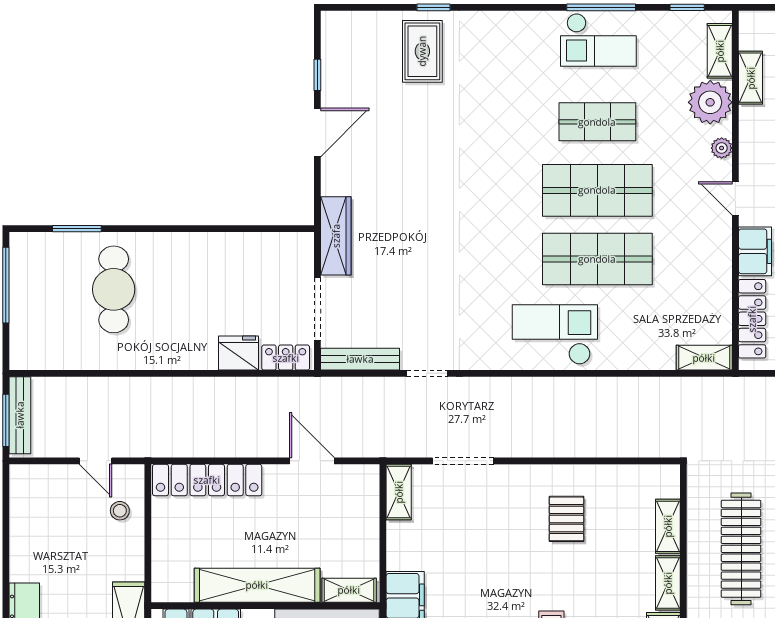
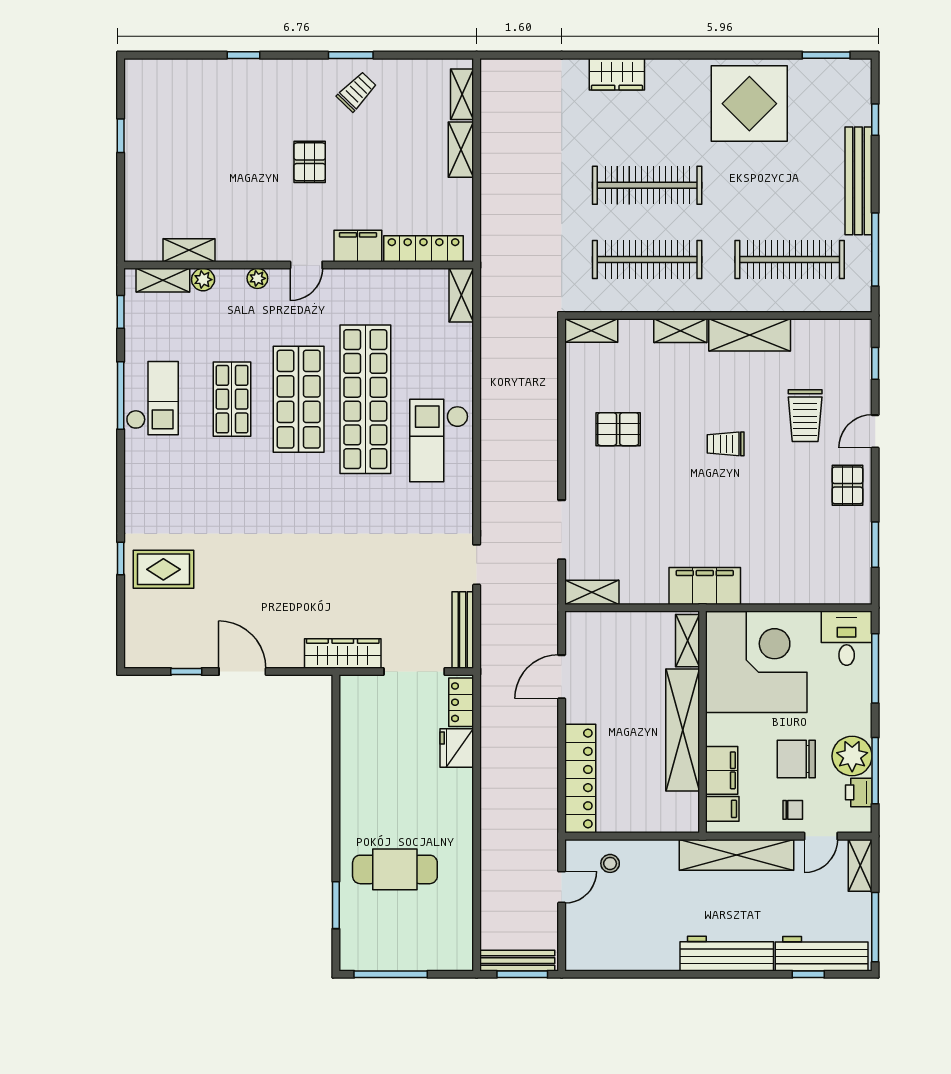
plant: (710, 102) -> (203, 280), width x0.53, depth x0.53
shop shelf: (597, 259) -> (365, 399), width x1.40
shelving: (668, 526) -> (591, 331), moved

